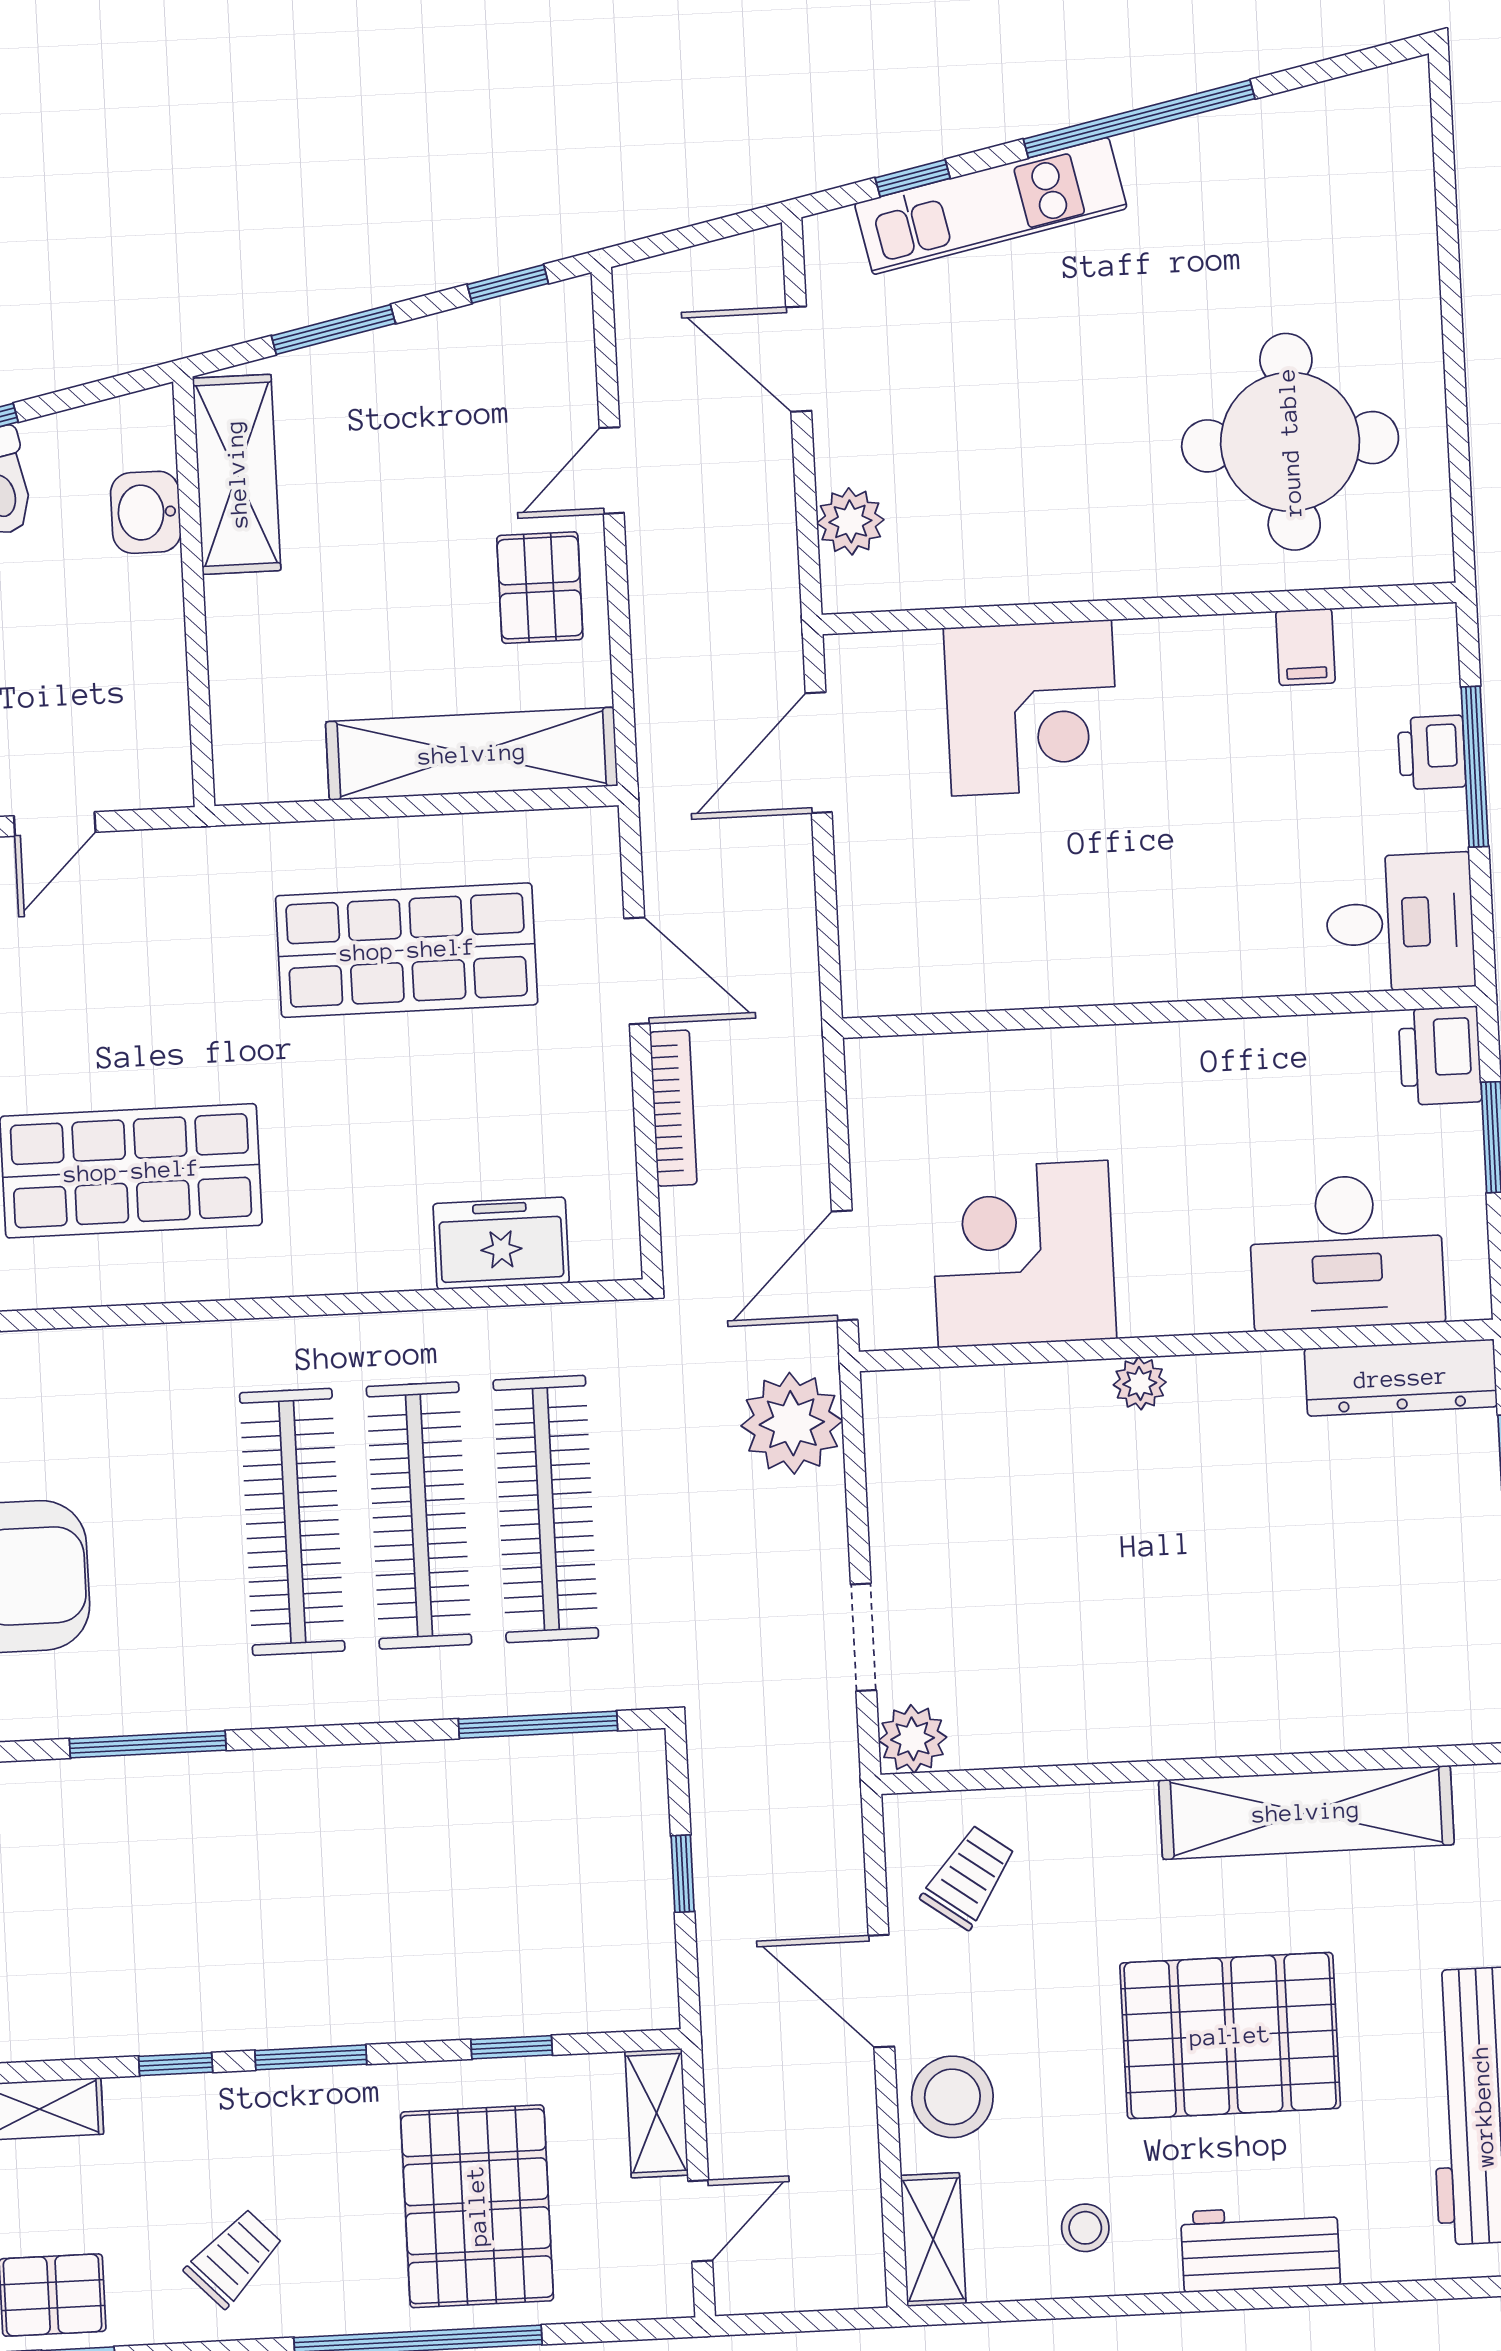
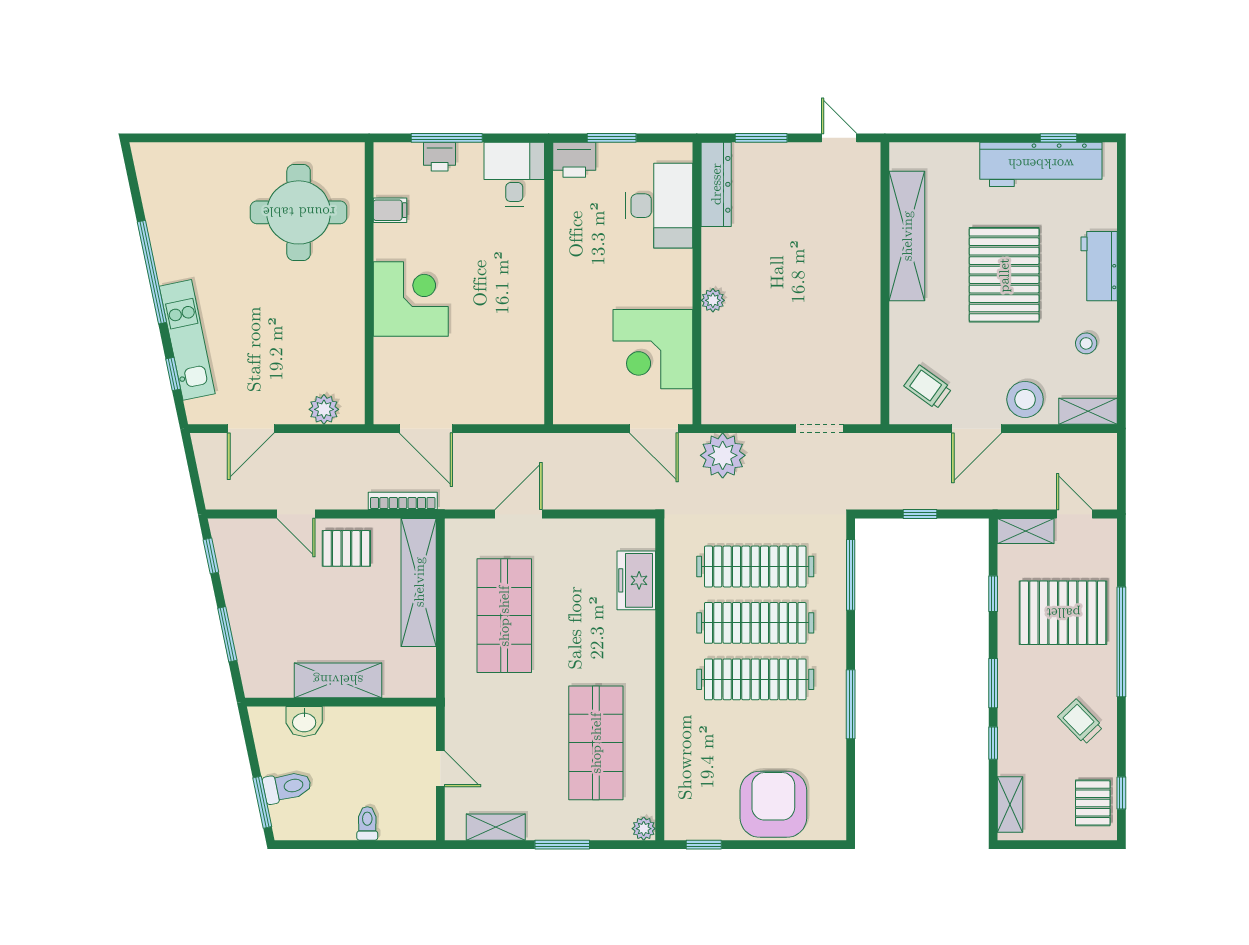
shelving: (237, 474) -> (338, 680), moved
corner desk: (1032, 708) -> (411, 299), moved
bookcase: (673, 1108) -> (403, 501), moved
plant: (913, 1739) -> (865, 409), removed
window: (148, 1744) -> (851, 704), moved

